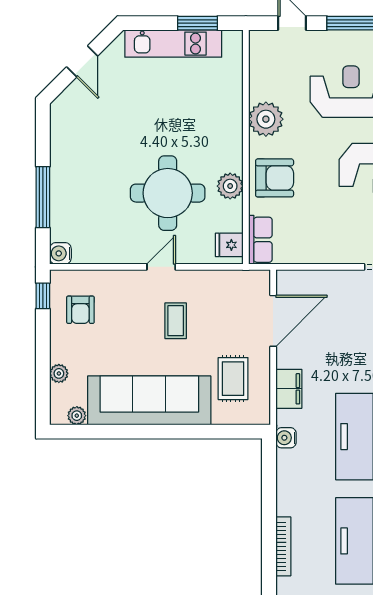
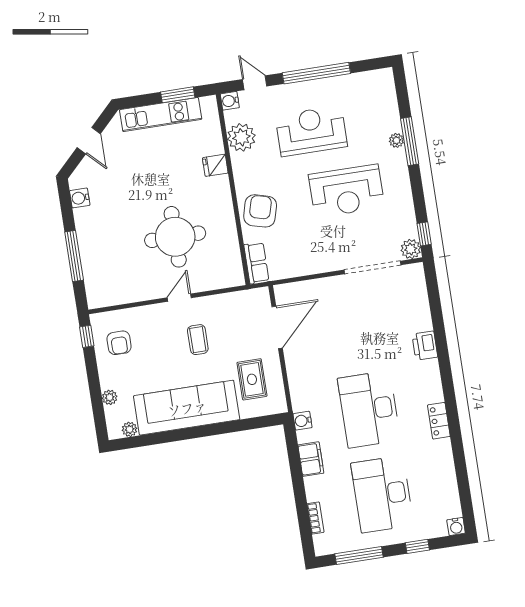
water cooler: (259, 40) -> (230, 101), added
plant: (266, 119) -> (241, 137), moved
armchair: (275, 178) -> (260, 211), turned -75
plant: (230, 186) -> (225, 223), removed
fridge: (229, 245) -> (215, 165), moved
water cooler: (60, 253) -> (80, 198), moved
filing cabinet: (289, 389) -> (311, 459), moved
bookcase: (283, 546) -> (316, 518), width x0.64

